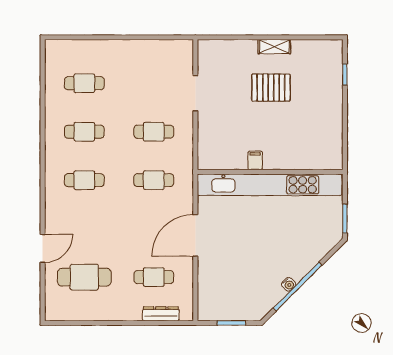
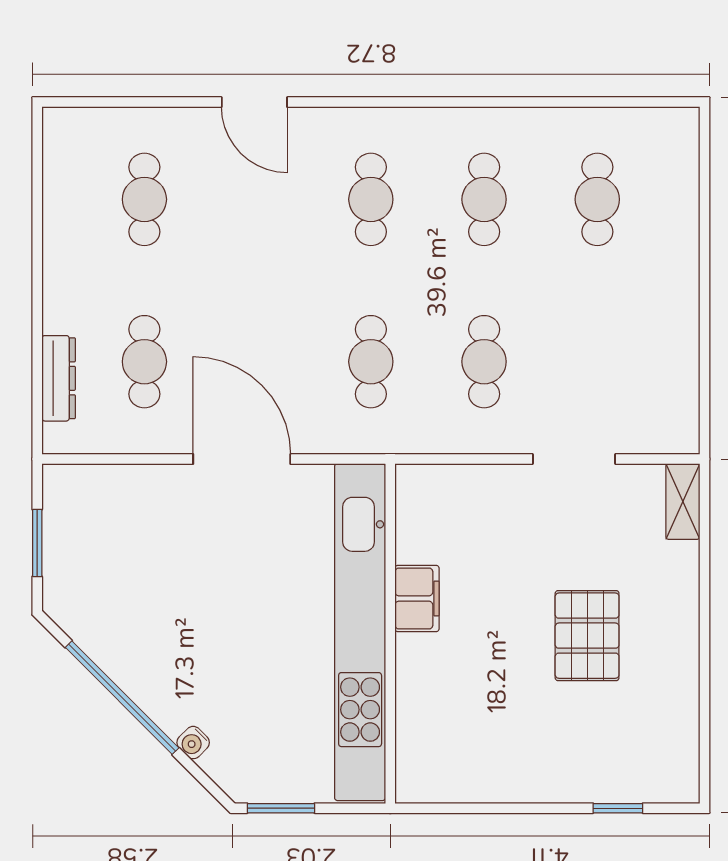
shelving: (274, 47) -> (683, 502), moved
filing cabinet: (255, 160) -> (417, 599), width x2.00
door: (43, 248) -> (254, 102), moved
cafe table: (84, 277) -> (144, 199), width x0.73, depth x0.74
water cooler: (289, 284) -> (193, 743), moved

